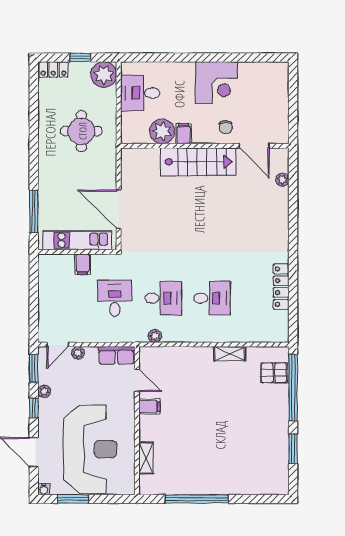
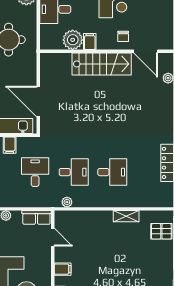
filing cabinet: (149, 407) -> (63, 269), moved

